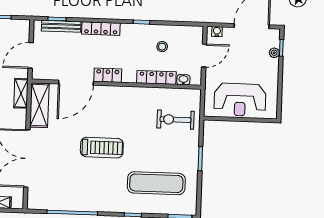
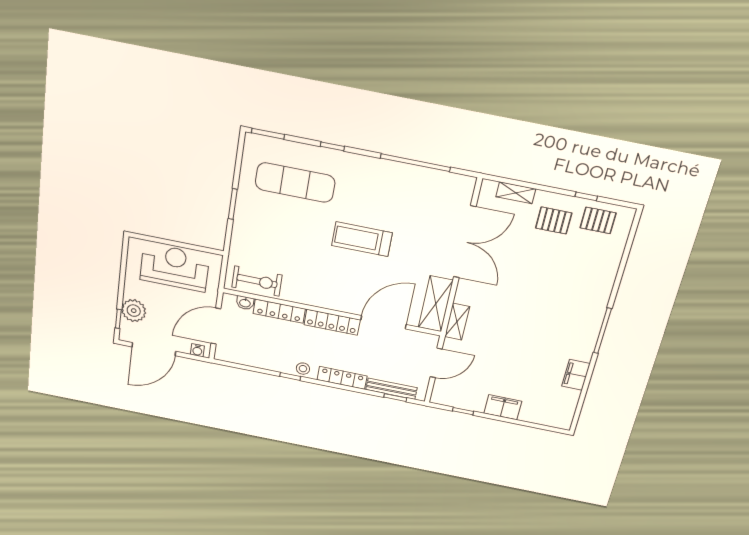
stool: (162, 47) -> (303, 369), moved
plant: (274, 53) -> (134, 311), width x1.87, depth x1.87
door: (204, 56) -> (216, 326), width x1.36
locker: (108, 75) -> (332, 322), width x1.53
exercise bike: (176, 120) -> (257, 281), moved

